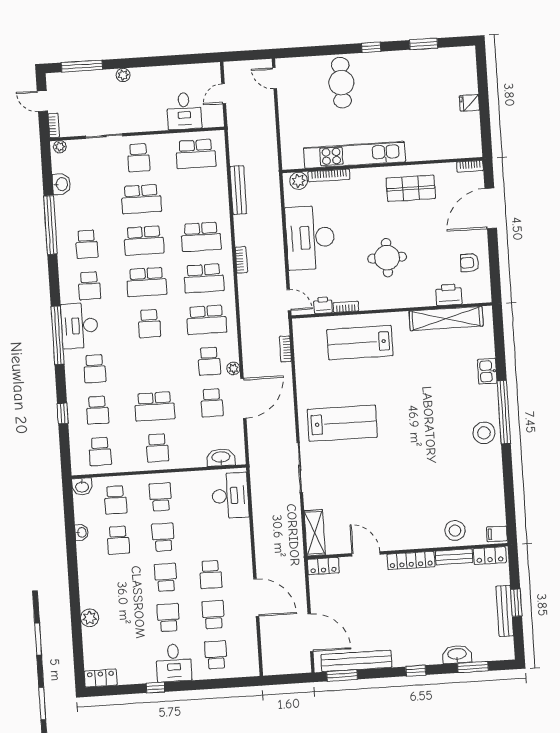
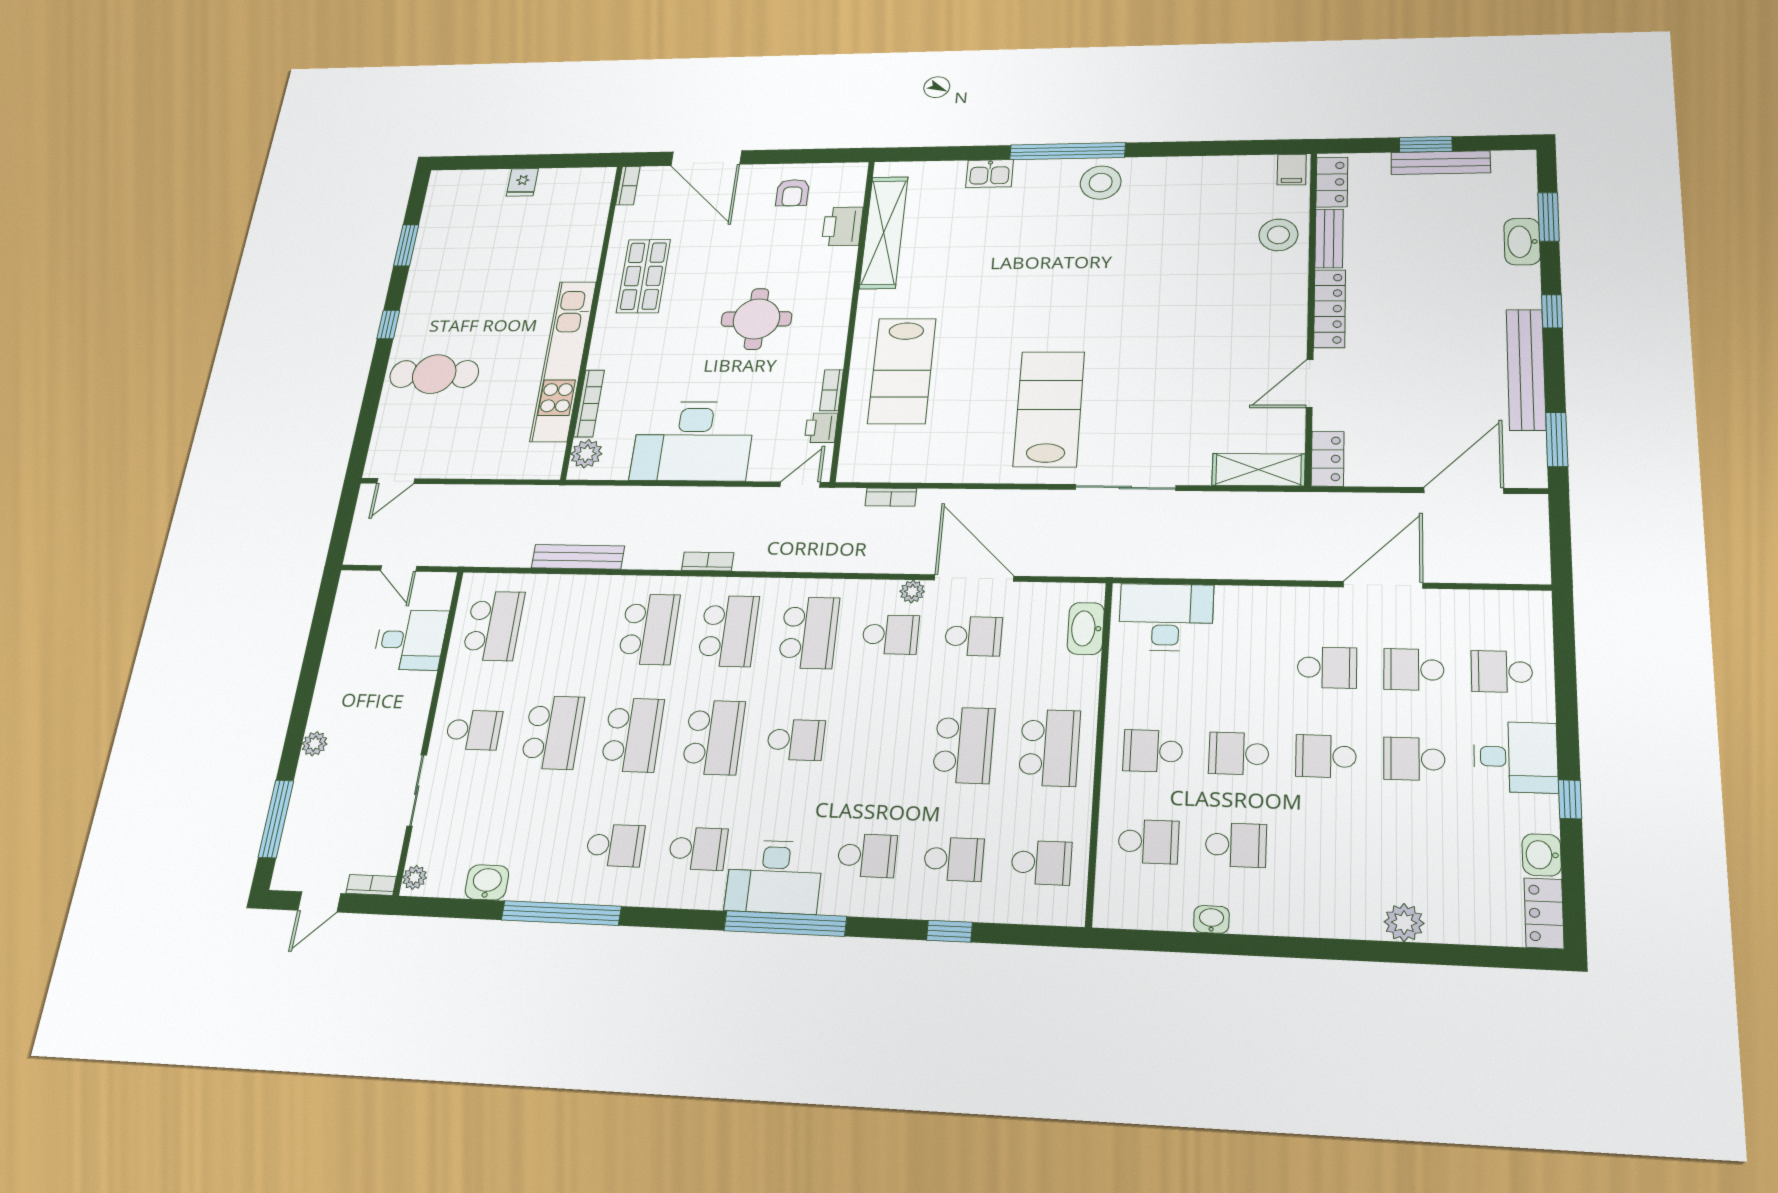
school desk: (157, 448) -> (1049, 748), width x1.85
washbasin: (82, 486) -> (1542, 855), moved, turned 180
bench: (356, 661) -> (1526, 369), moved

